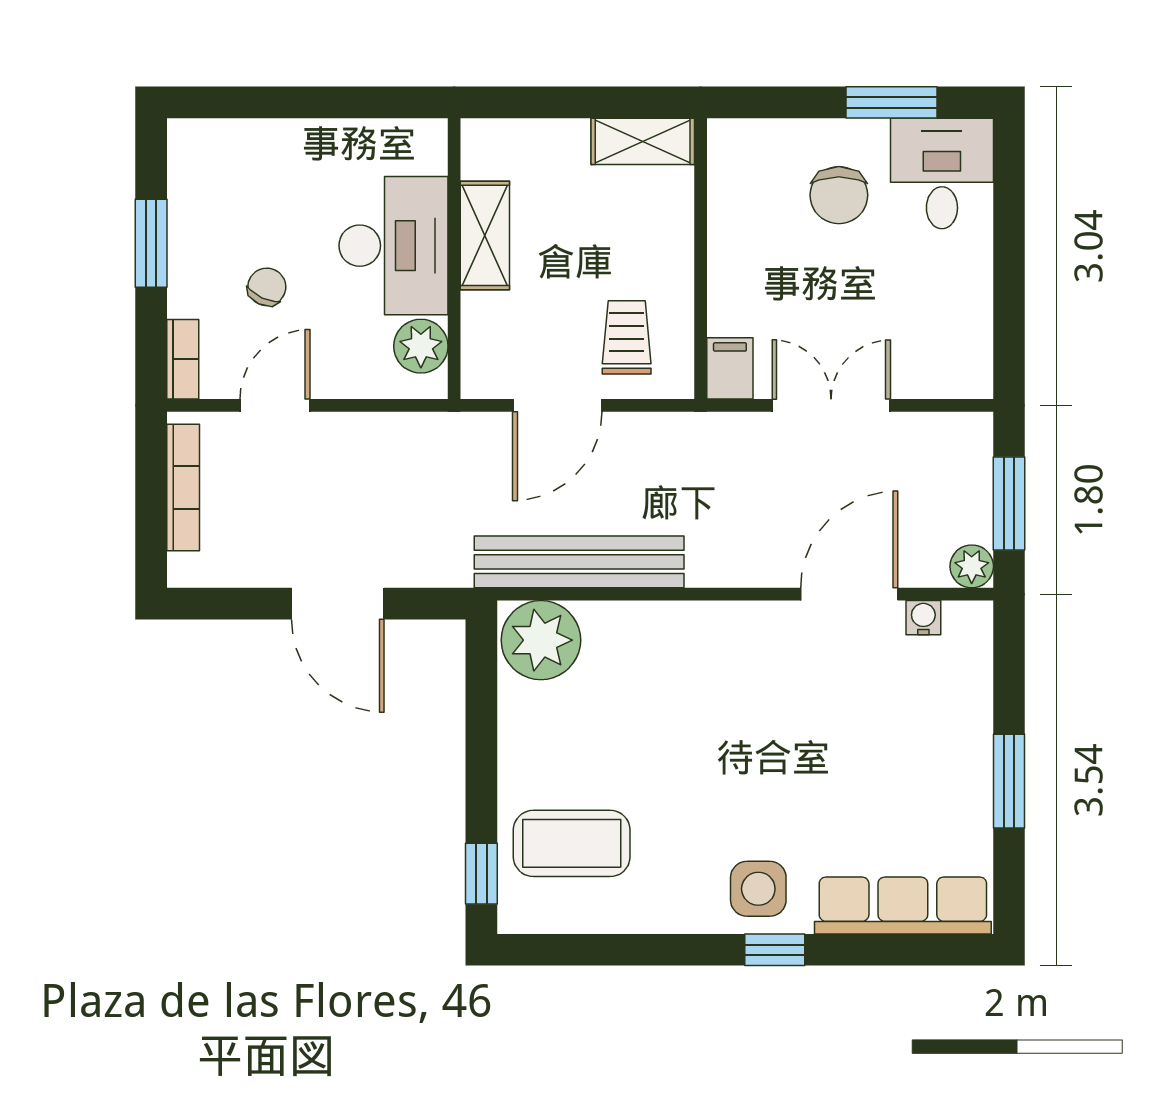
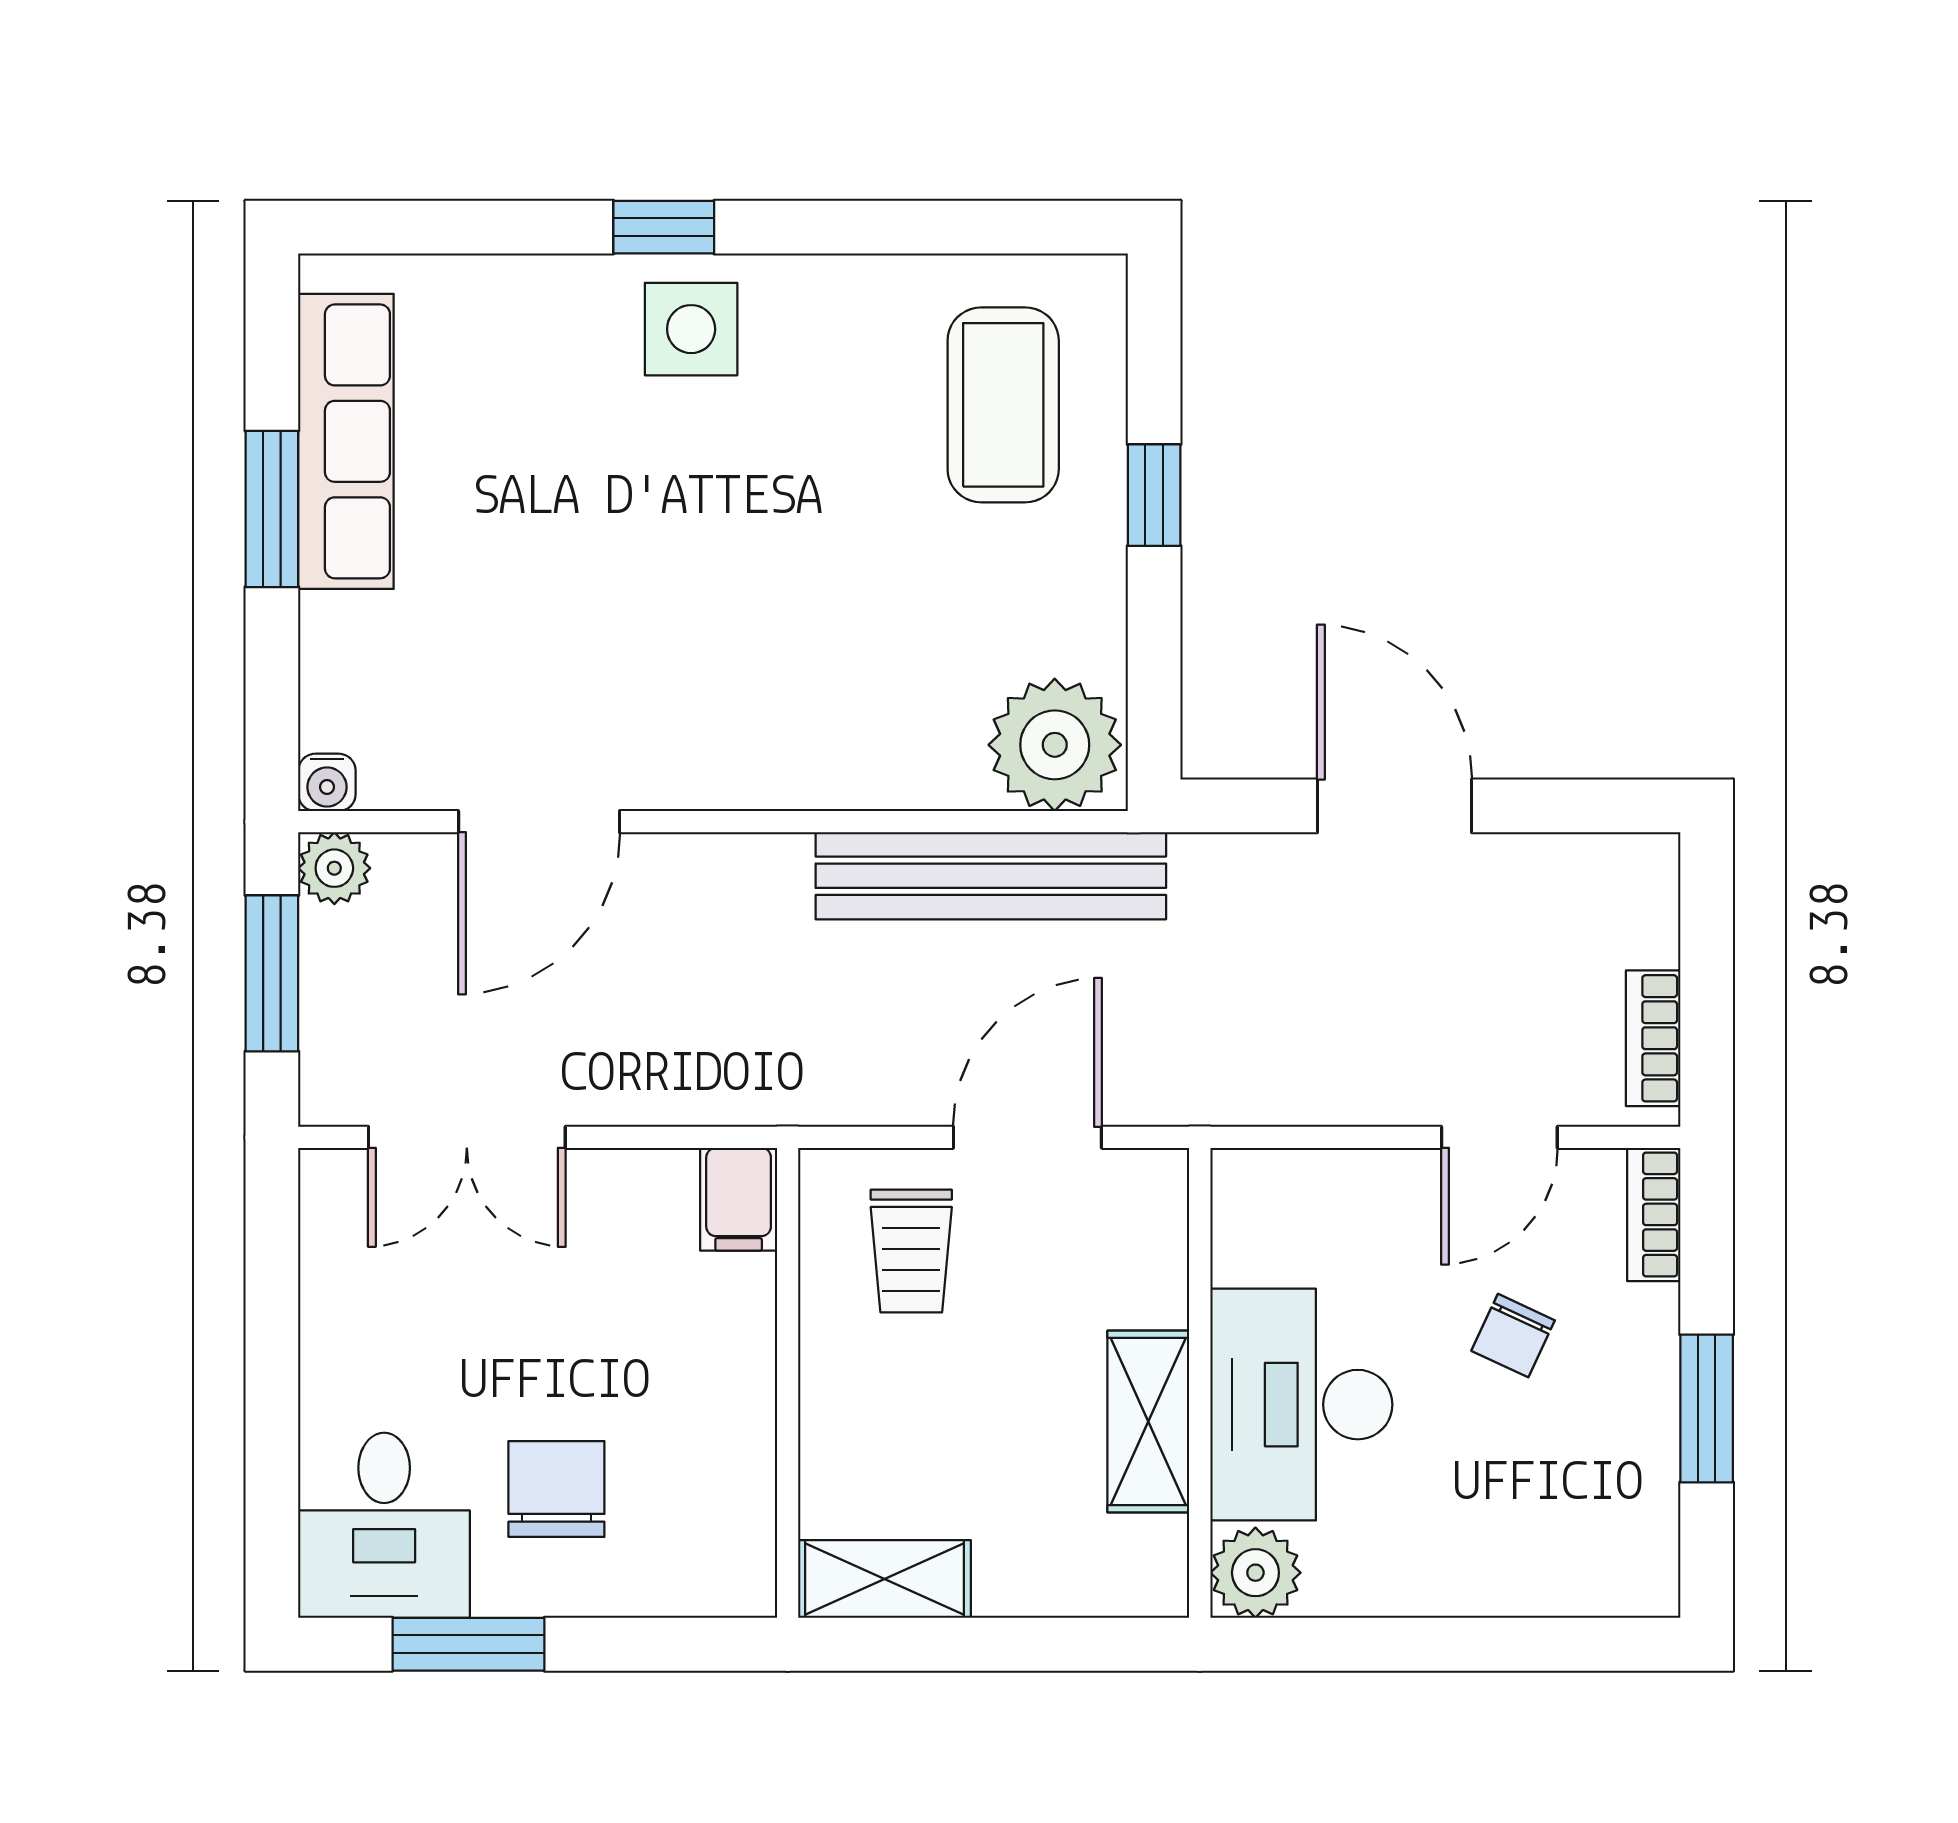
plant: (421, 346) -> (1255, 1573), moved
double door: (831, 405) -> (467, 1137), moved
bookcase: (183, 488) -> (1653, 1038), width x0.64
water cooler: (923, 618) -> (327, 782), moved
coffee table: (572, 843) -> (1003, 405), turned 90
window: (481, 874) -> (1154, 495), moved
row of seats: (903, 905) -> (346, 441), moved, turned -90

